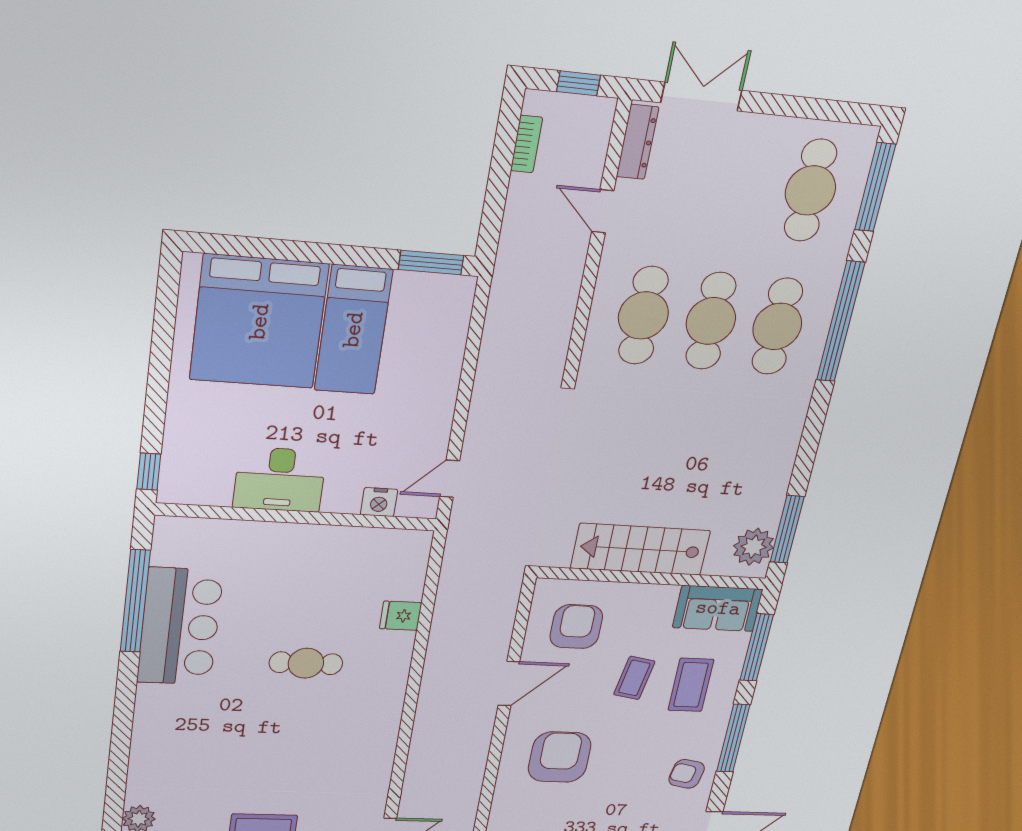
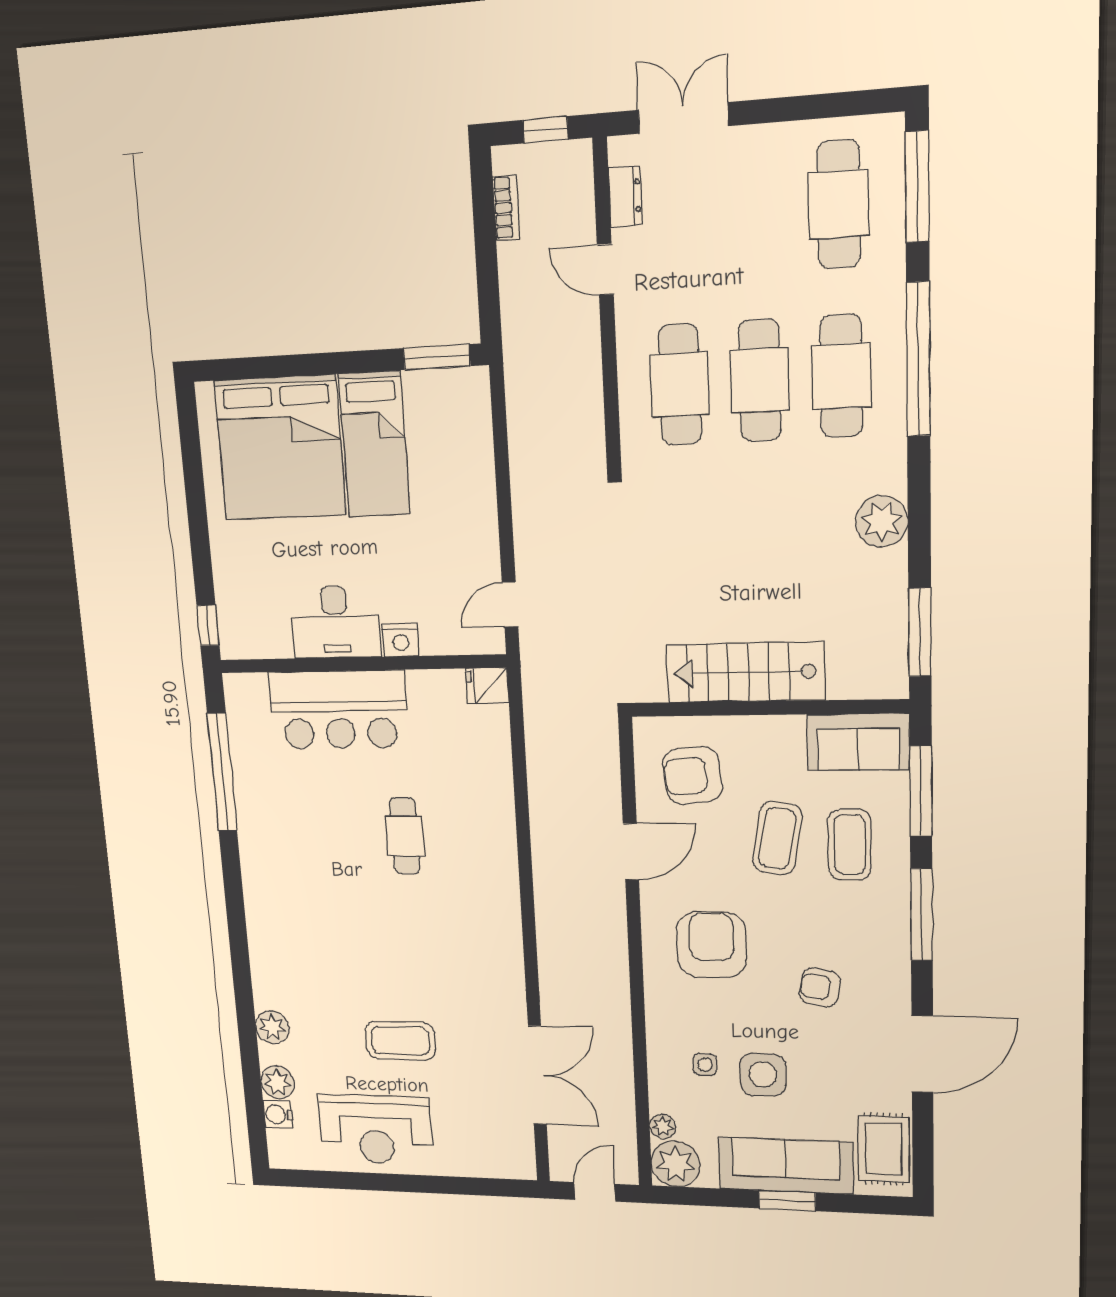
dresser: (638, 142) -> (625, 196), width x0.70
nightstand: (379, 502) -> (401, 640), moved
plant: (754, 547) -> (882, 521), moved
fridge: (401, 616) -> (487, 686), moved
bar counter: (180, 627) -> (339, 710), moved, turned 90
armchair: (576, 627) -> (693, 775), turned -96
cafe table: (306, 663) -> (405, 836), turned 90
coffee table: (634, 678) -> (777, 838), width x1.36, depth x1.30
armchair: (687, 774) -> (820, 987), moved

